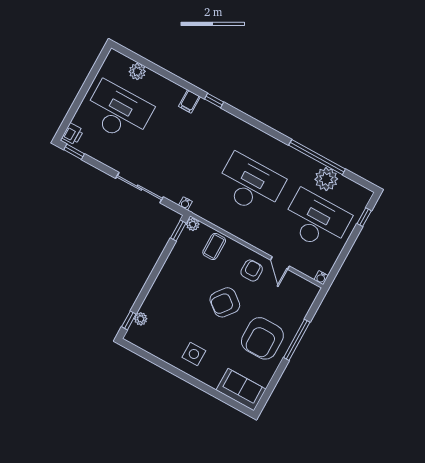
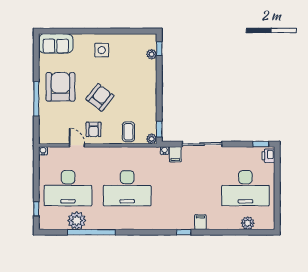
filing cabinet: (176, 193) -> (175, 154), added

